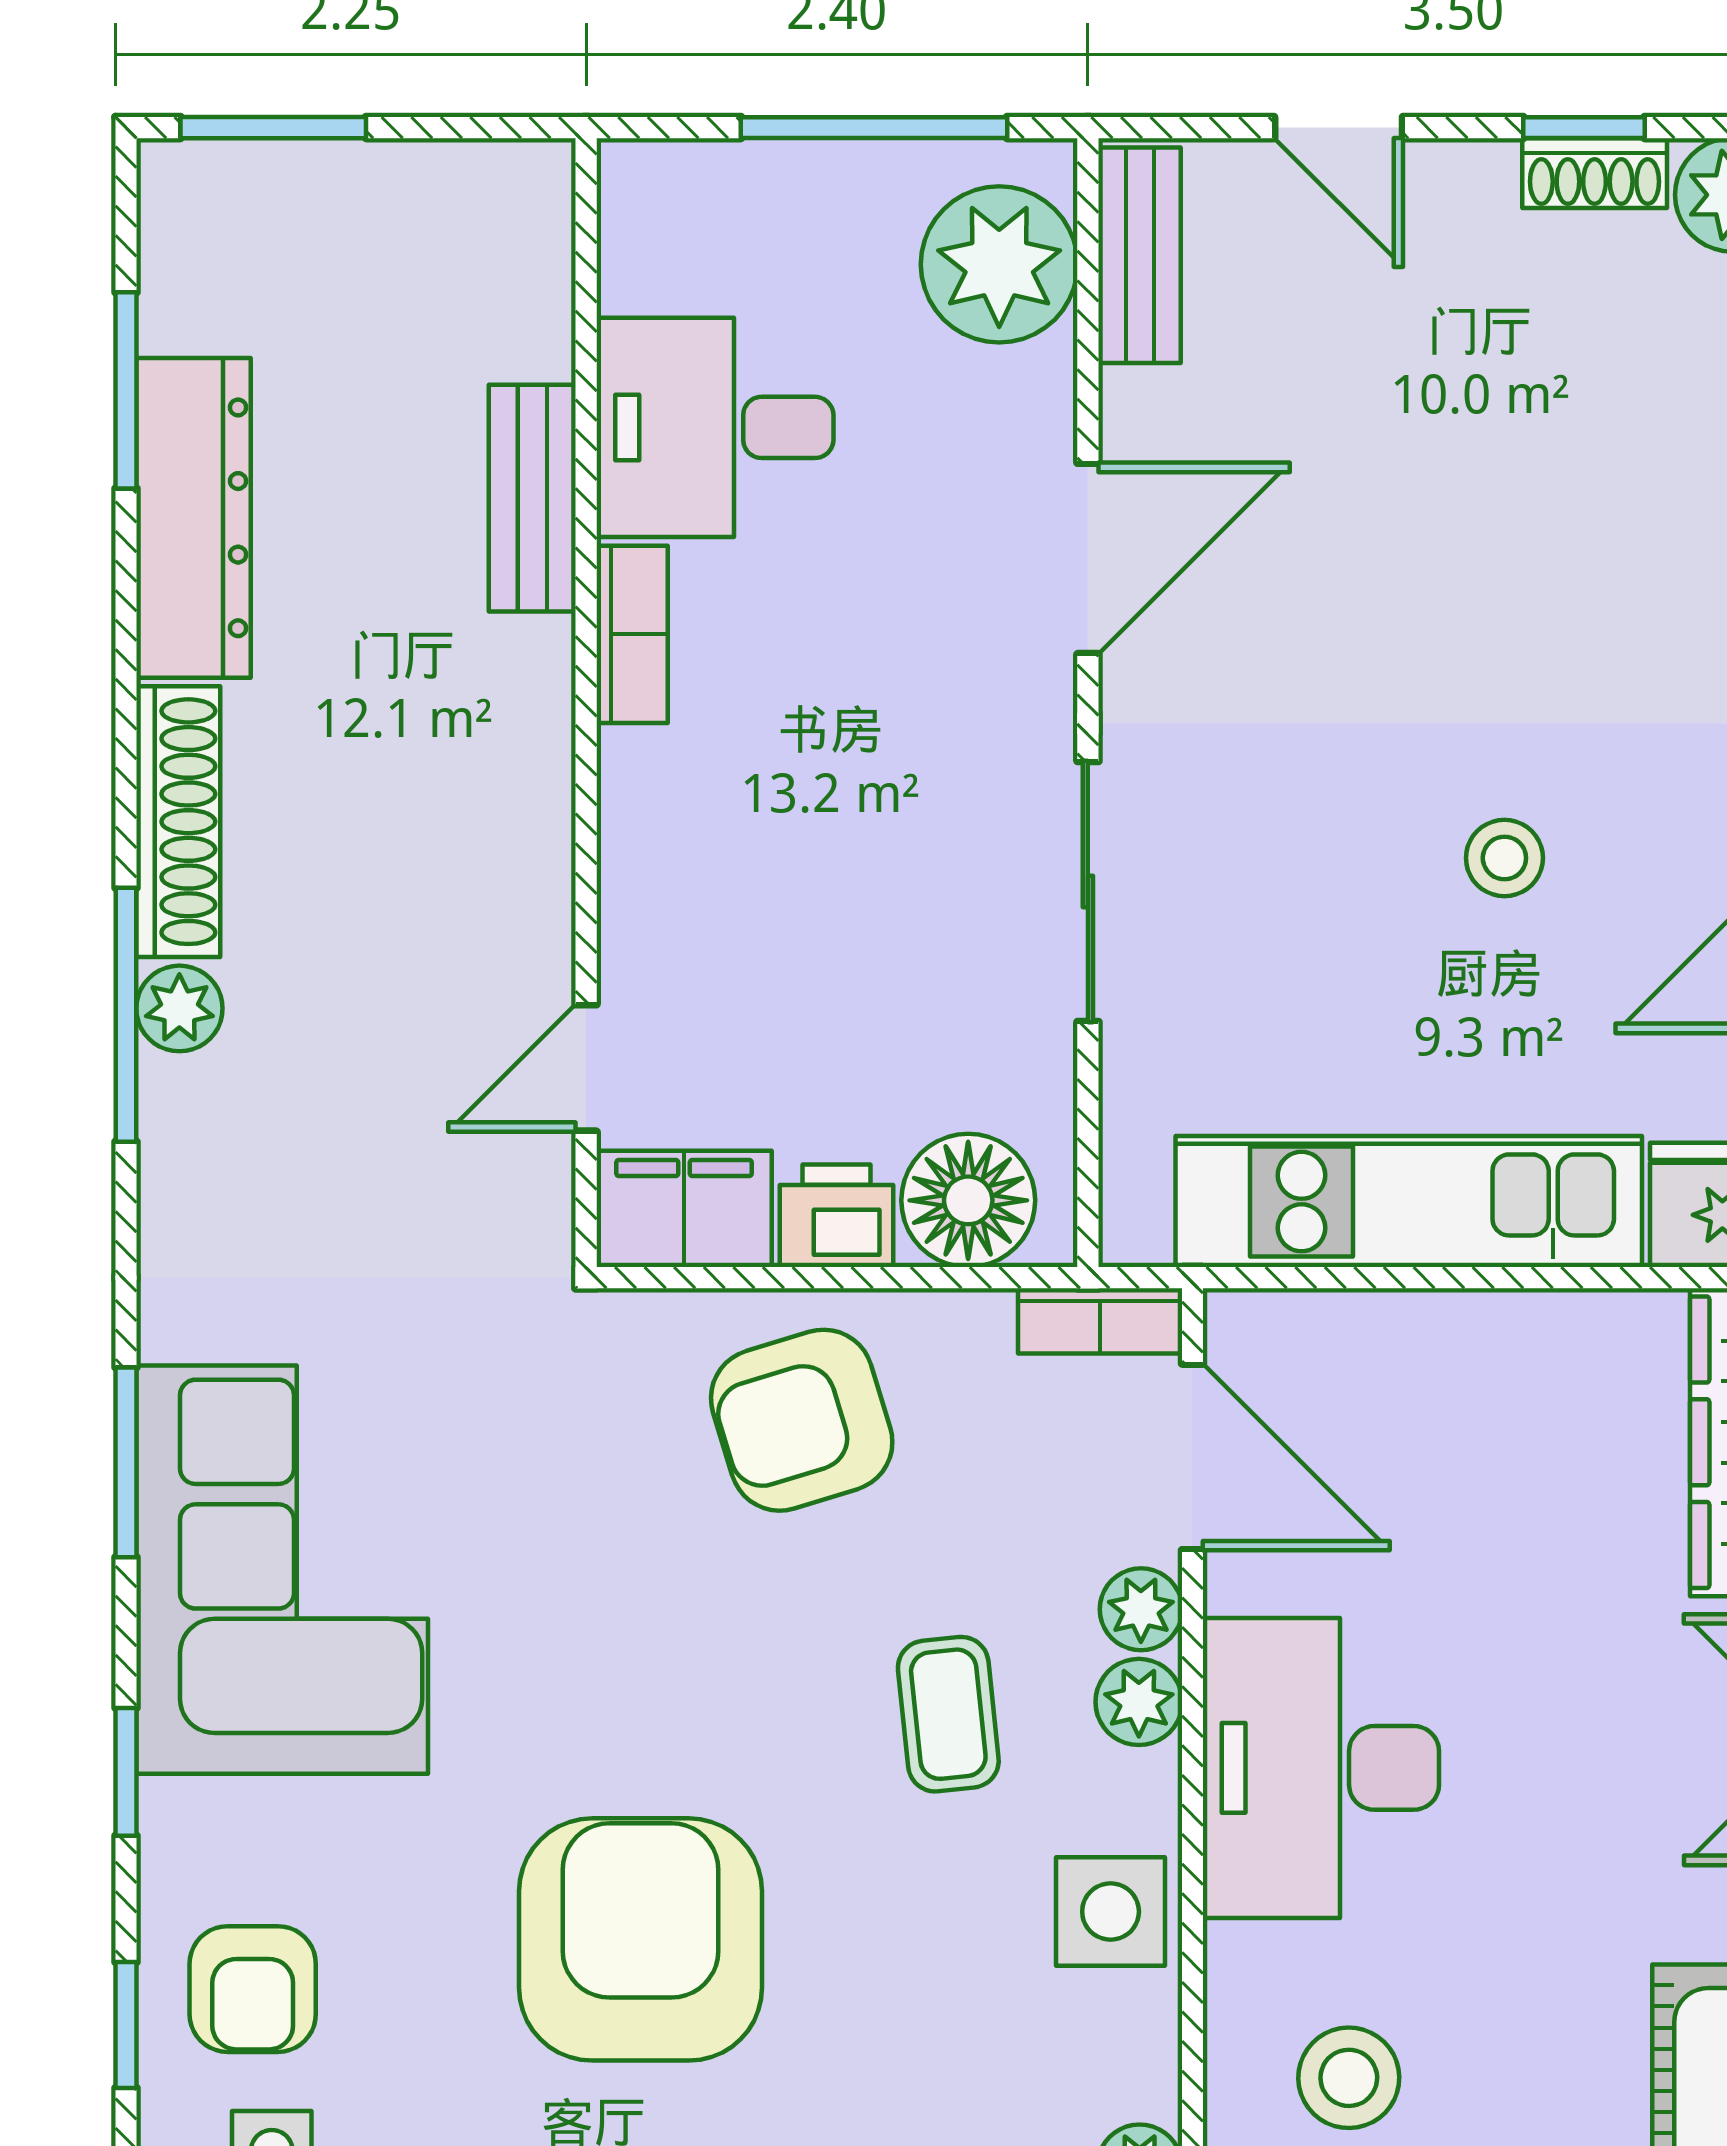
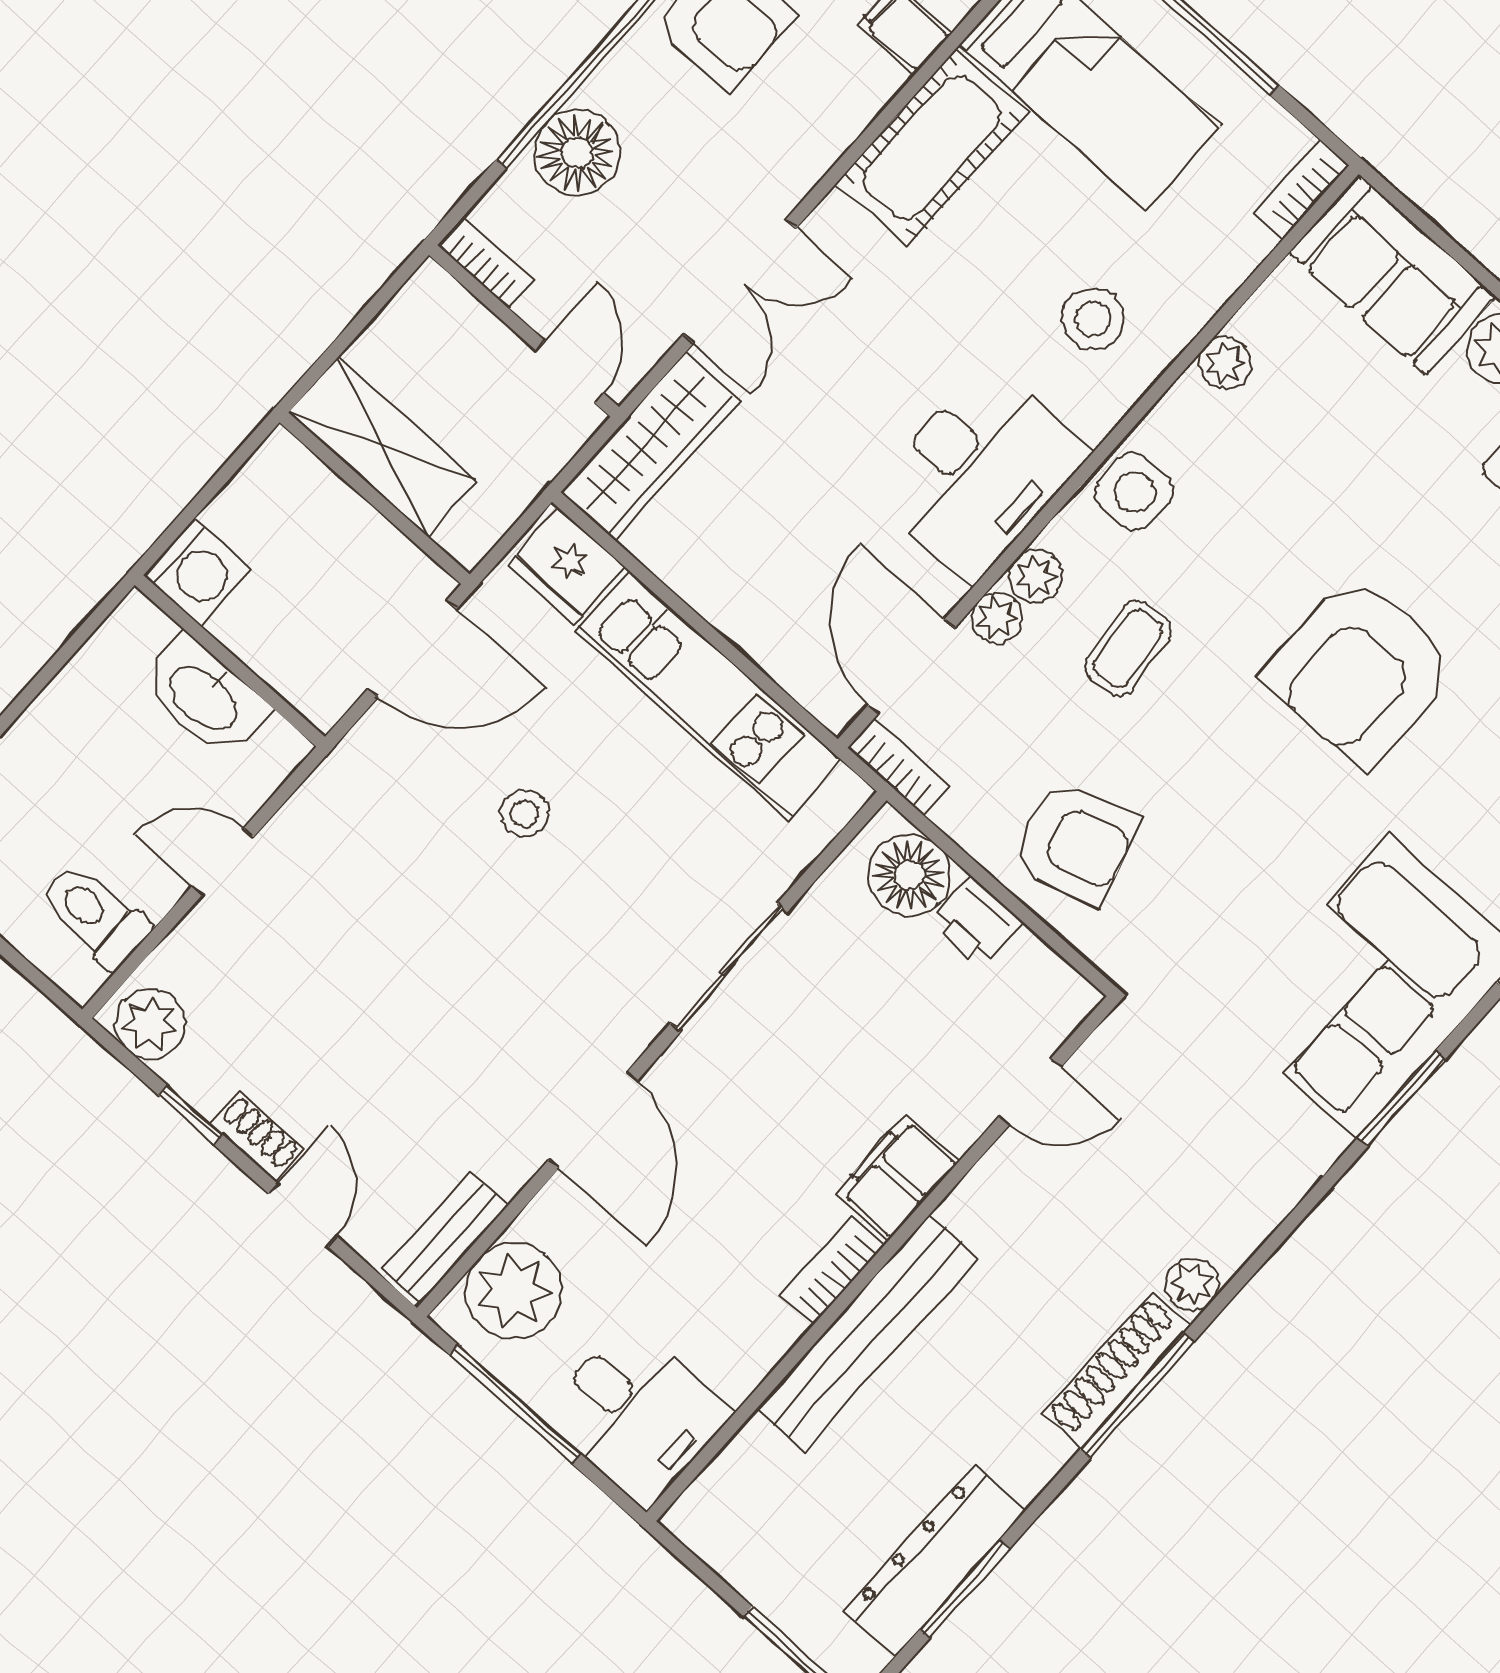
shoe rack: (1595, 173) -> (257, 1137), moved
desk: (715, 427) -> (637, 1414), moved
bench: (532, 498) -> (867, 1333), width x1.86, depth x1.21
dresser: (194, 518) -> (934, 1561), moved
door: (1088, 558) -> (593, 1120), swing flipped
window: (126, 1015) -> (1137, 1395), moved
filing cabinet: (684, 1209) -> (897, 1177), moved, turned 90

